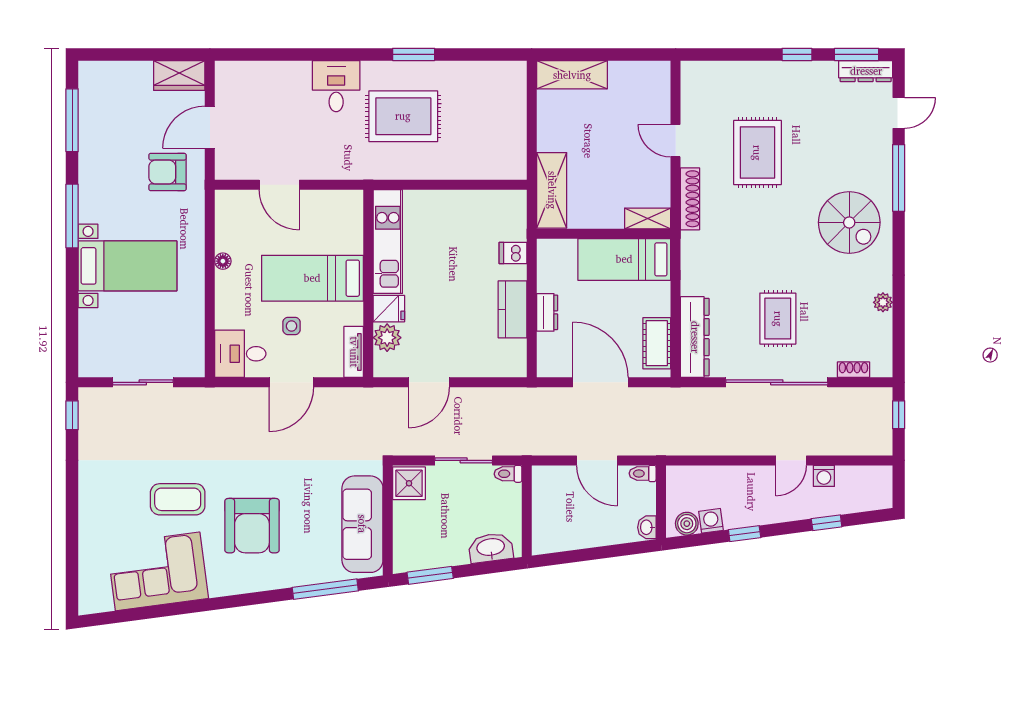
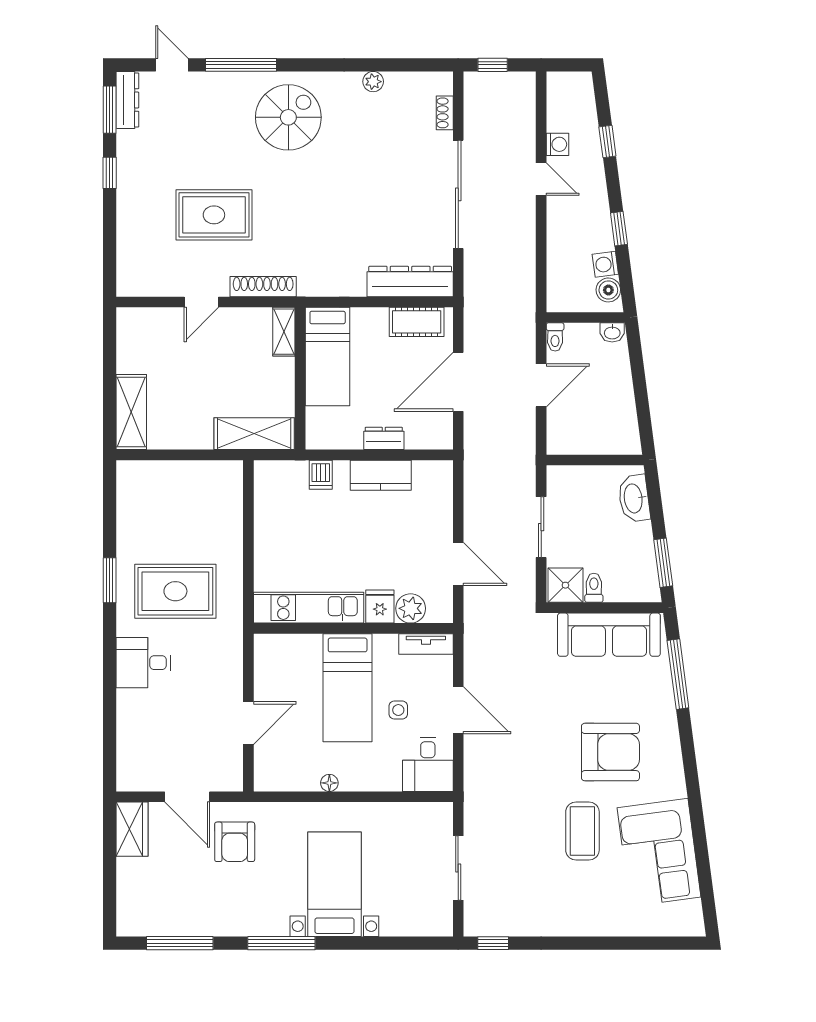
rug: (403, 116) -> (175, 591), turned 90
rug: (778, 319) -> (390, 193), removed
toilet: (508, 474) -> (594, 588), moved, turned 180

